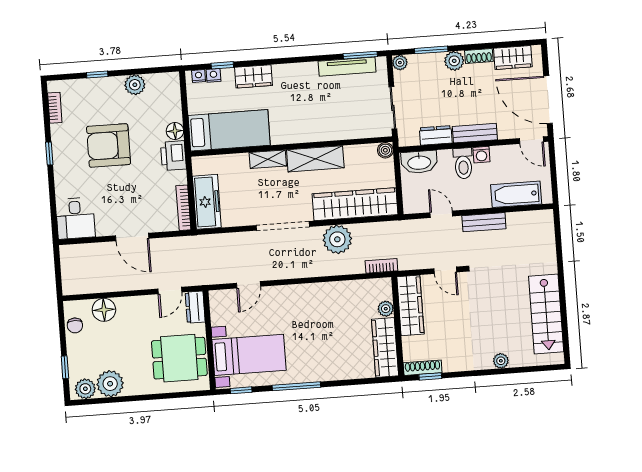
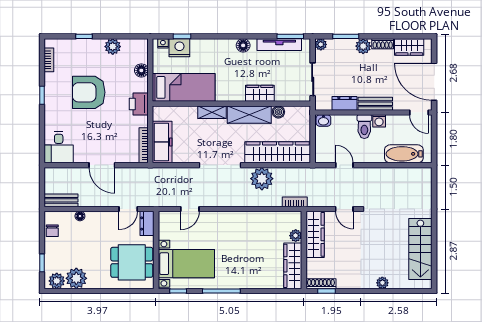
floor lamp: (301, 71) -> (243, 45), added
nightstand: (214, 75) -> (179, 48), width x1.89, depth x1.79
wardrobe: (253, 76) -> (260, 93), moved, turned 180
floor lamp: (175, 131) -> (141, 70), moved
boiler: (385, 150) -> (278, 112), moved
washbasin: (419, 162) -> (323, 120), width x0.52, depth x0.69
bench: (484, 222) -> (61, 200), moved
floor lamp: (104, 310) -> (80, 216), width x0.53, depth x0.53

